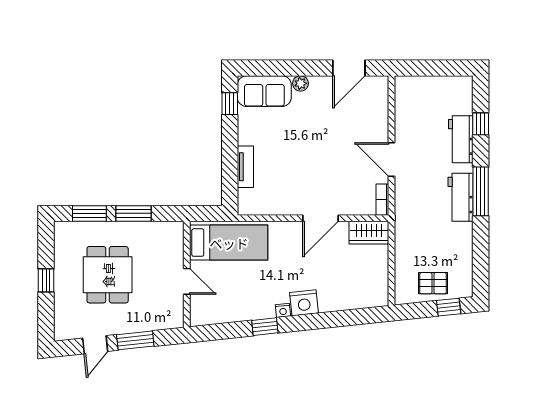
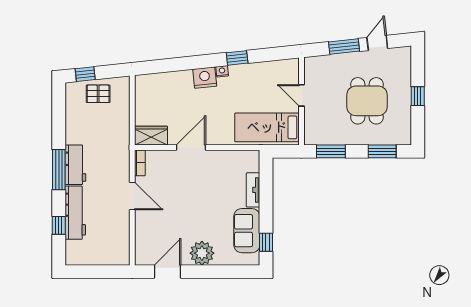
plant: (301, 83) -> (202, 253), width x1.88, depth x1.88
sofa: (264, 91) -> (247, 231), moved, turned -90
workbench: (461, 139) -> (75, 213), width x1.38
window: (133, 213) -> (331, 151), moved

